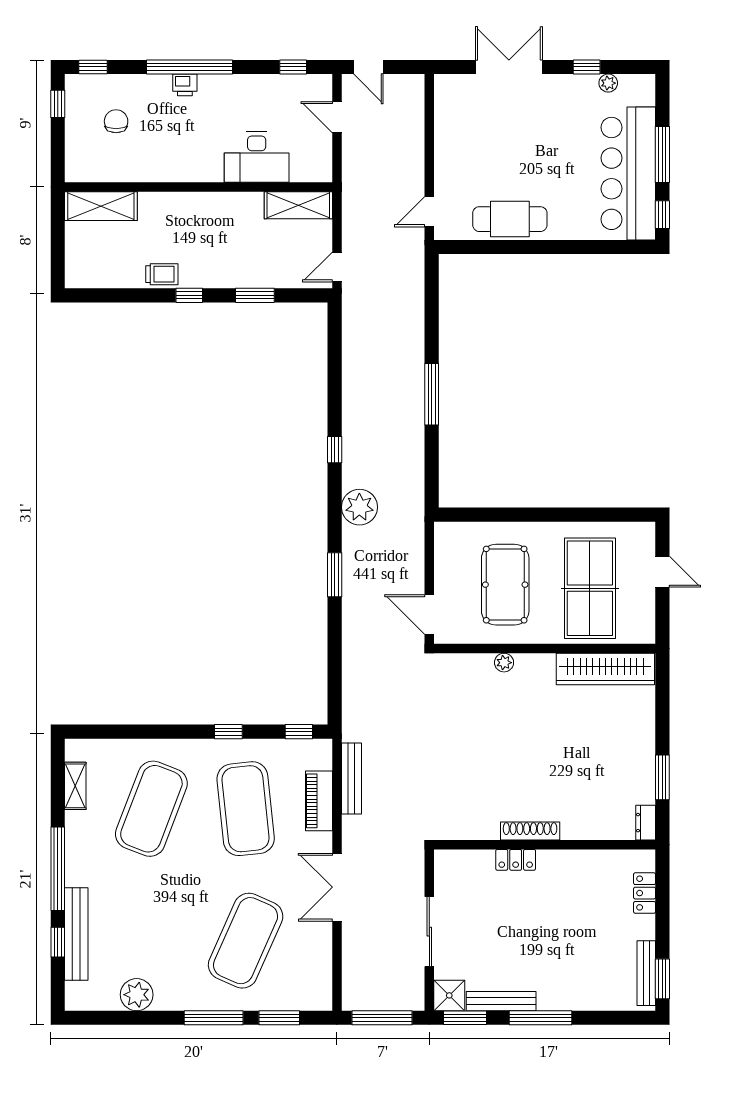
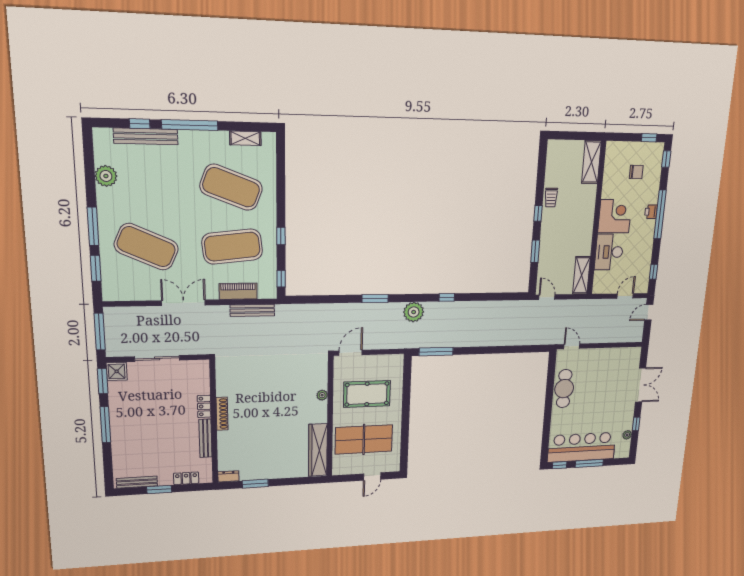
corner desk: (193, 153) -> (615, 216), added
window: (432, 394) -> (436, 352), moved
window: (662, 979) -> (159, 489), moved
bench: (501, 1001) -> (206, 438), moved

